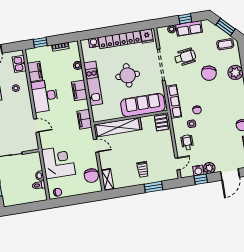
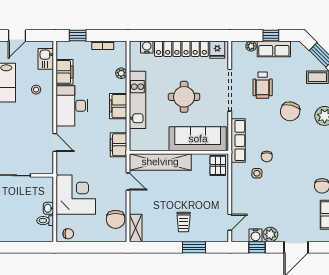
wheelchair: (185, 57) -> (263, 85), turned 98
wheelchair: (187, 142) -> (247, 197), removed

